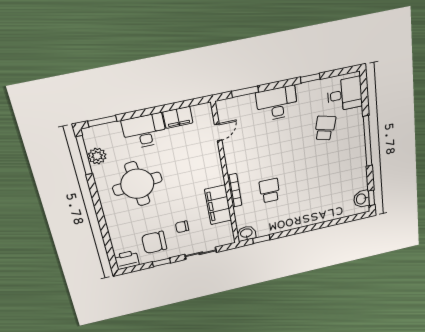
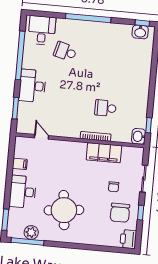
window: (310, 78) -> (20, 55), width x3.17
filing cabinet: (178, 117) -> (20, 164), width x0.50

